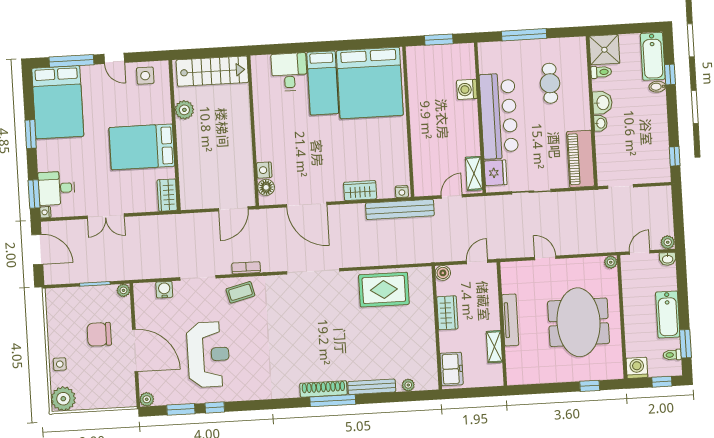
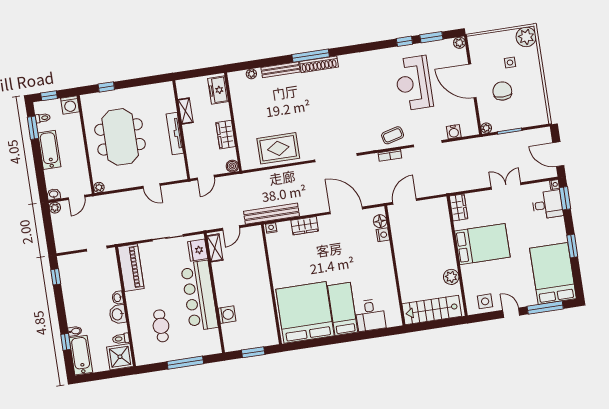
chair: (99, 334) -> (502, 91), turned -90
side table: (60, 364) -> (510, 63), moved

